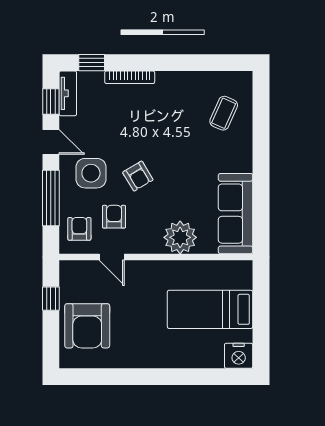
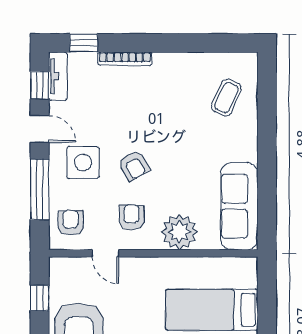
armchair: (114, 217) -> (132, 217), moved

